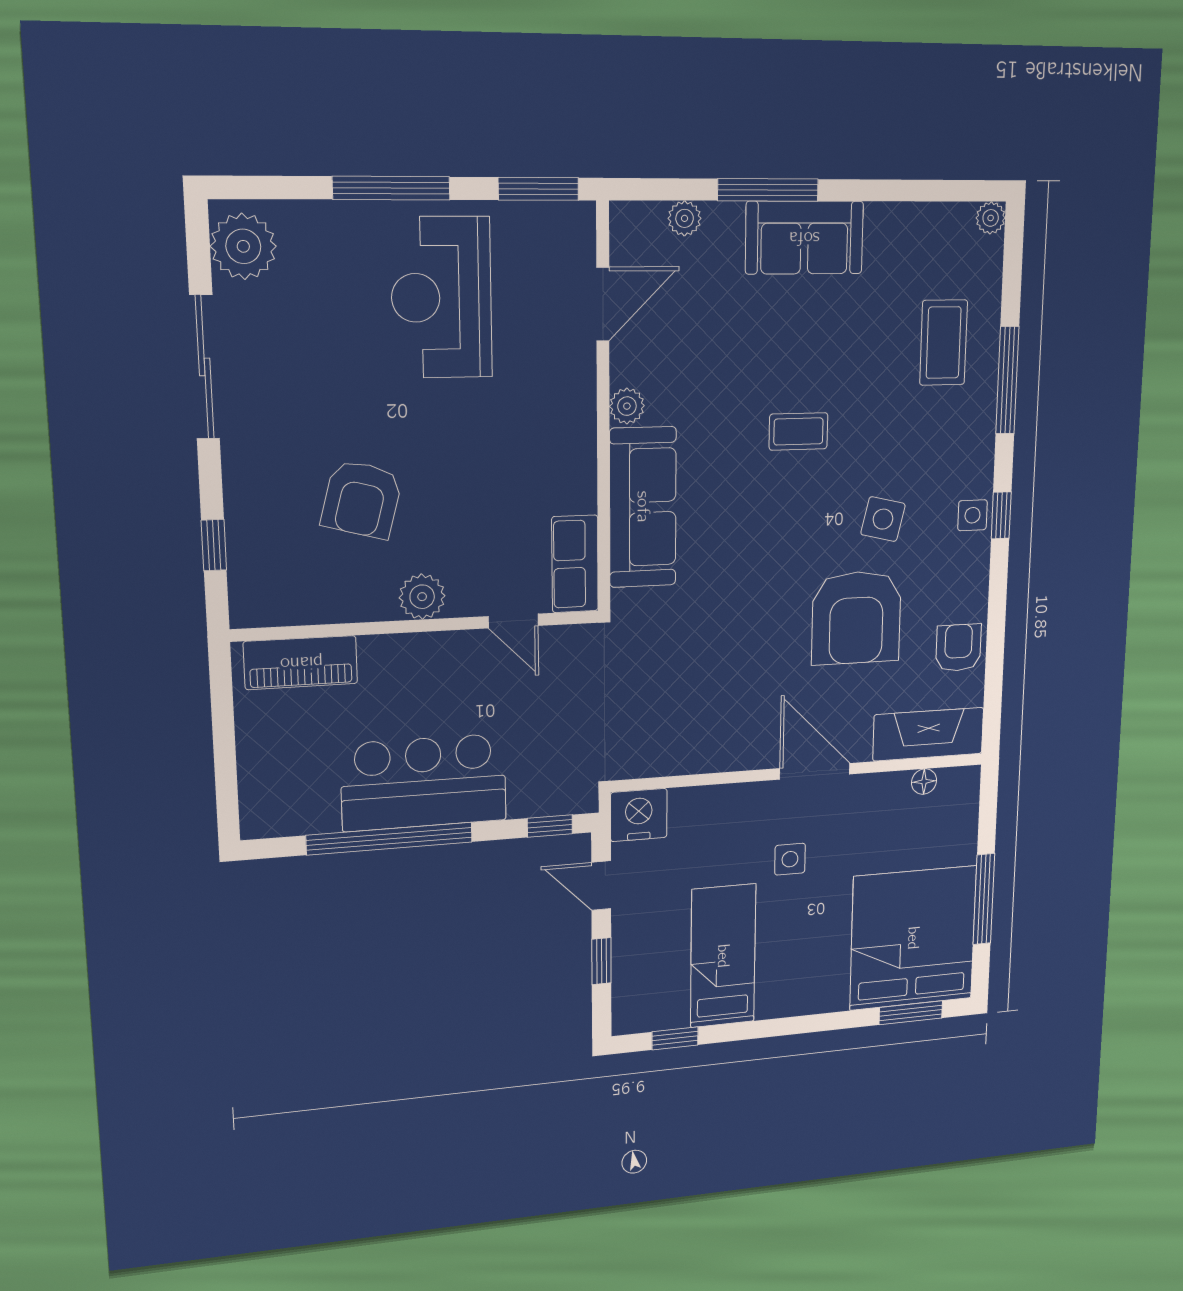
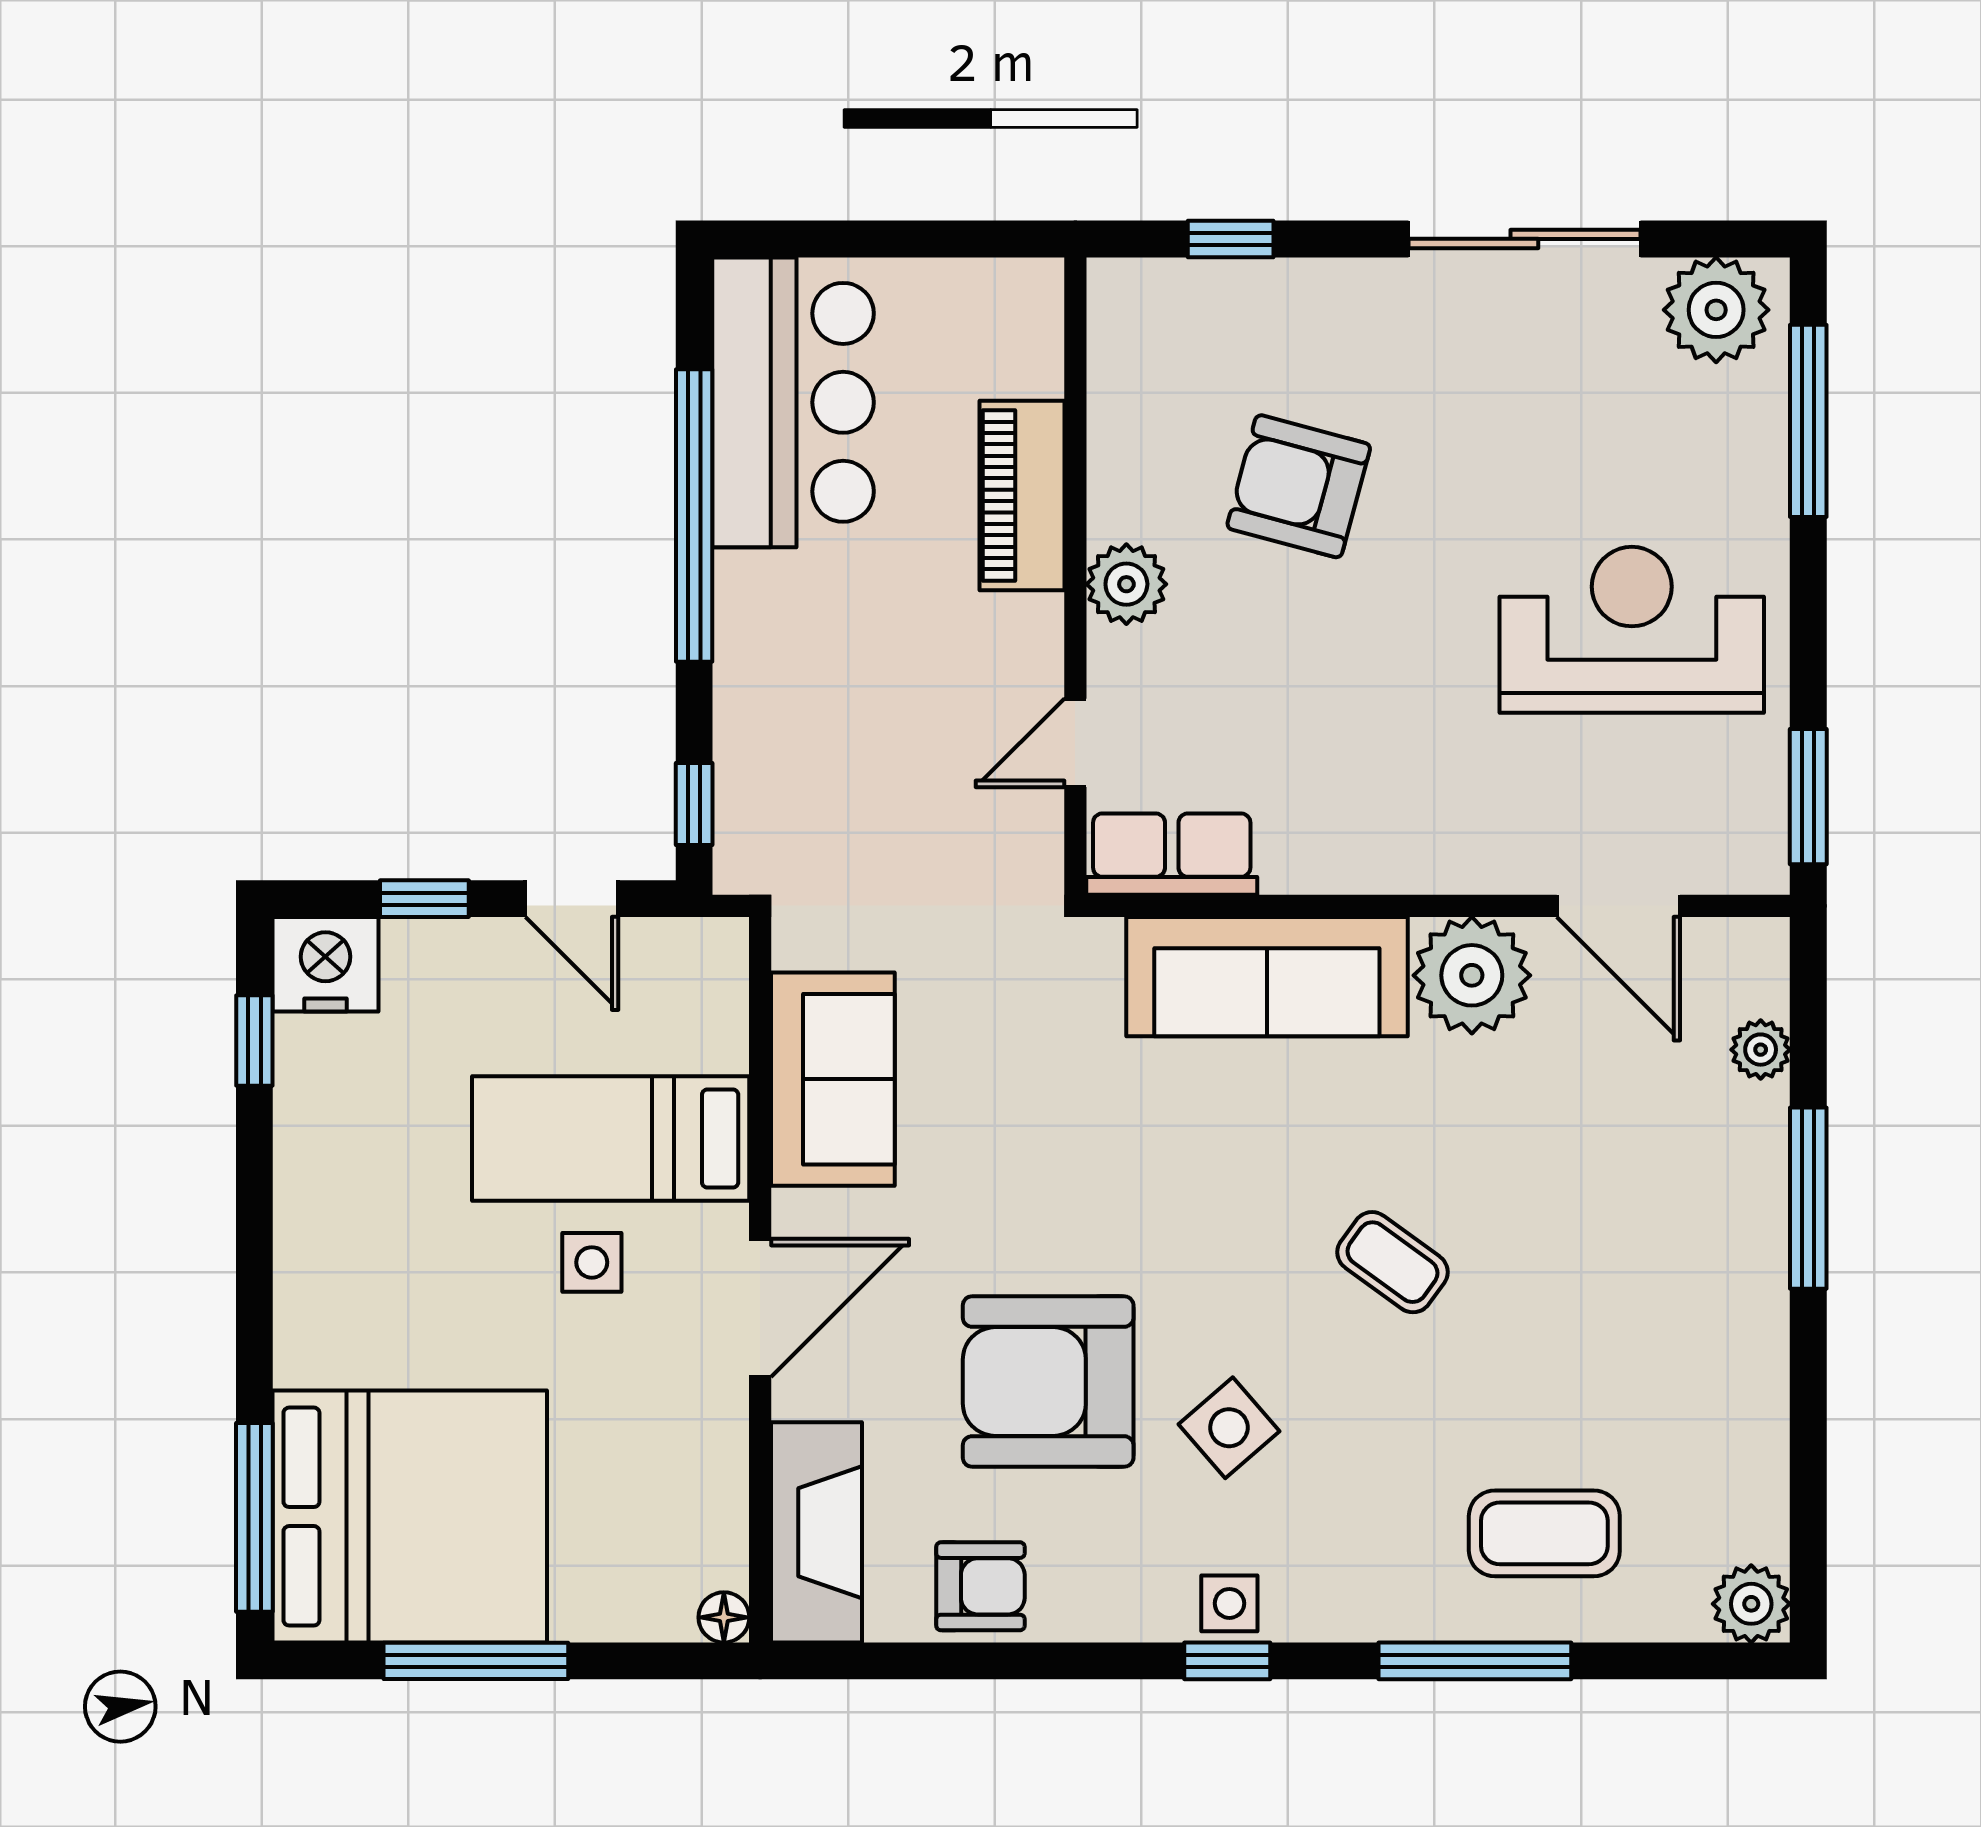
window: (391, 188) -> (1808, 421), moved
plant: (991, 218) -> (1751, 1604), width x1.38, depth x1.38
sofa: (804, 238) -> (833, 1079), moved, turned 180
plant: (627, 406) -> (1472, 975), width x1.88, depth x1.88
coffee table: (798, 431) -> (1393, 1262), turned -54
side table: (883, 519) -> (1229, 1428), turned 36
piano: (301, 663) -> (1022, 495), moved
bar counter: (424, 782) -> (793, 402), moved
floor lamp: (924, 782) -> (724, 1617), moved
nightstand: (639, 815) -> (325, 964), moved, turned -90
door: (601, 886) -> (572, 899), swing flipped
bed: (723, 956) -> (611, 1139), moved, turned 180
window: (911, 1013) -> (254, 1517), width x1.44

